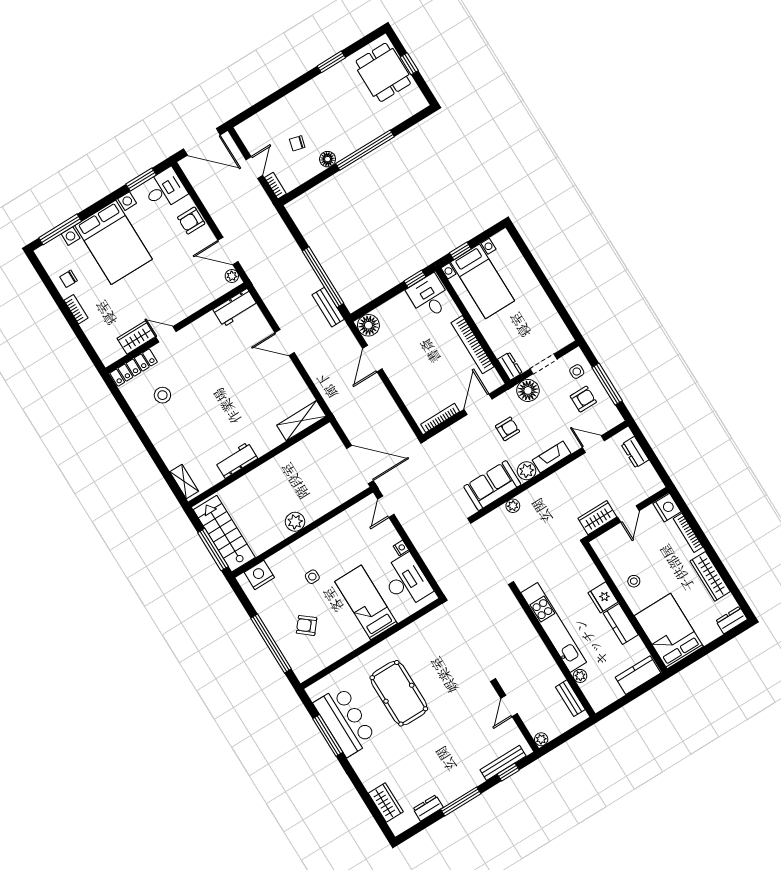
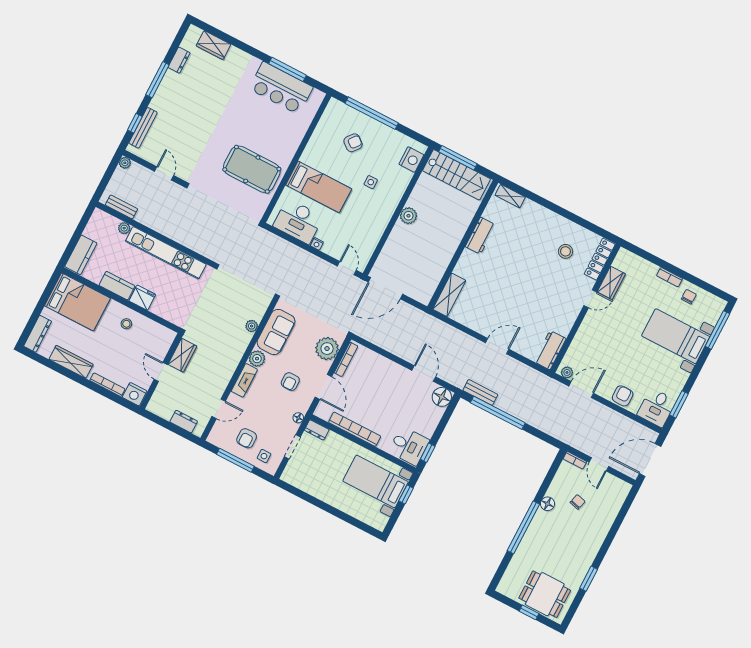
bed with nightstands: (114, 242) -> (676, 336), width x0.73
floor lamp: (528, 390) -> (298, 418), width x0.53, depth x0.53
plant: (452, 440) -> (327, 349), added
dresser: (732, 620) -> (38, 334), width x1.44
pool table: (399, 693) -> (252, 169), moved

